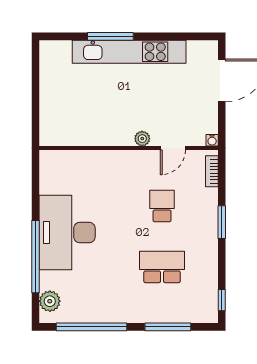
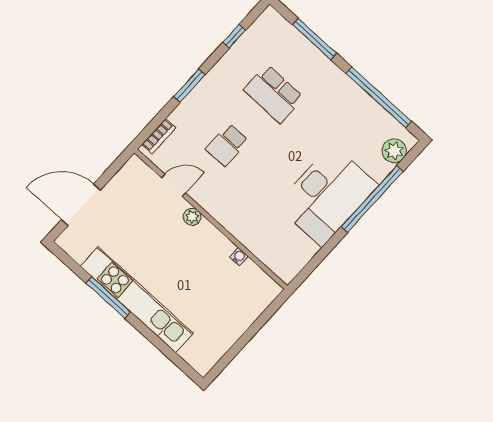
window: (110, 36) -> (108, 298), moved
water cooler: (212, 140) -> (239, 257), moved
window: (222, 300) -> (234, 36), moved

